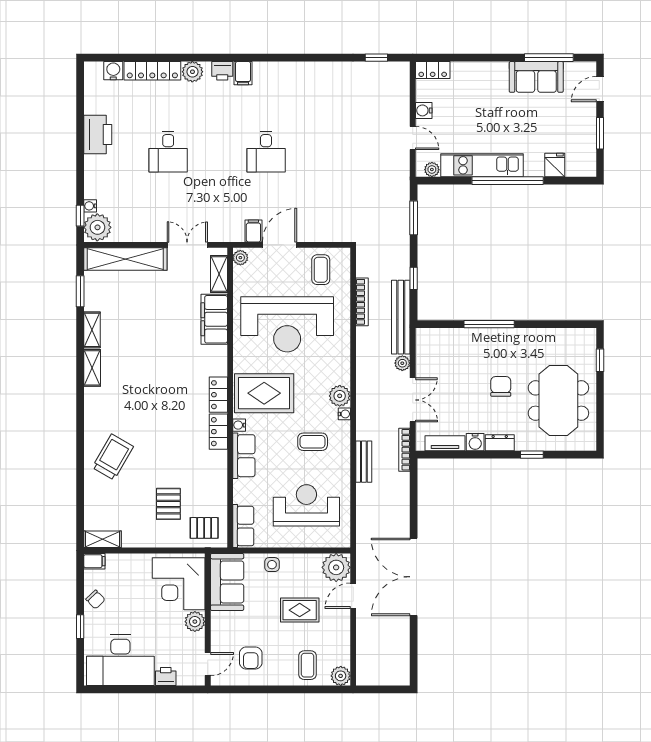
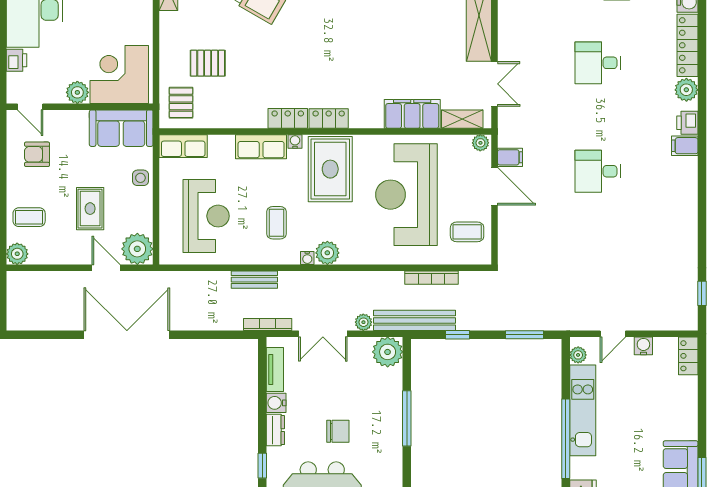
plant: (429, 341) -> (388, 352), added

